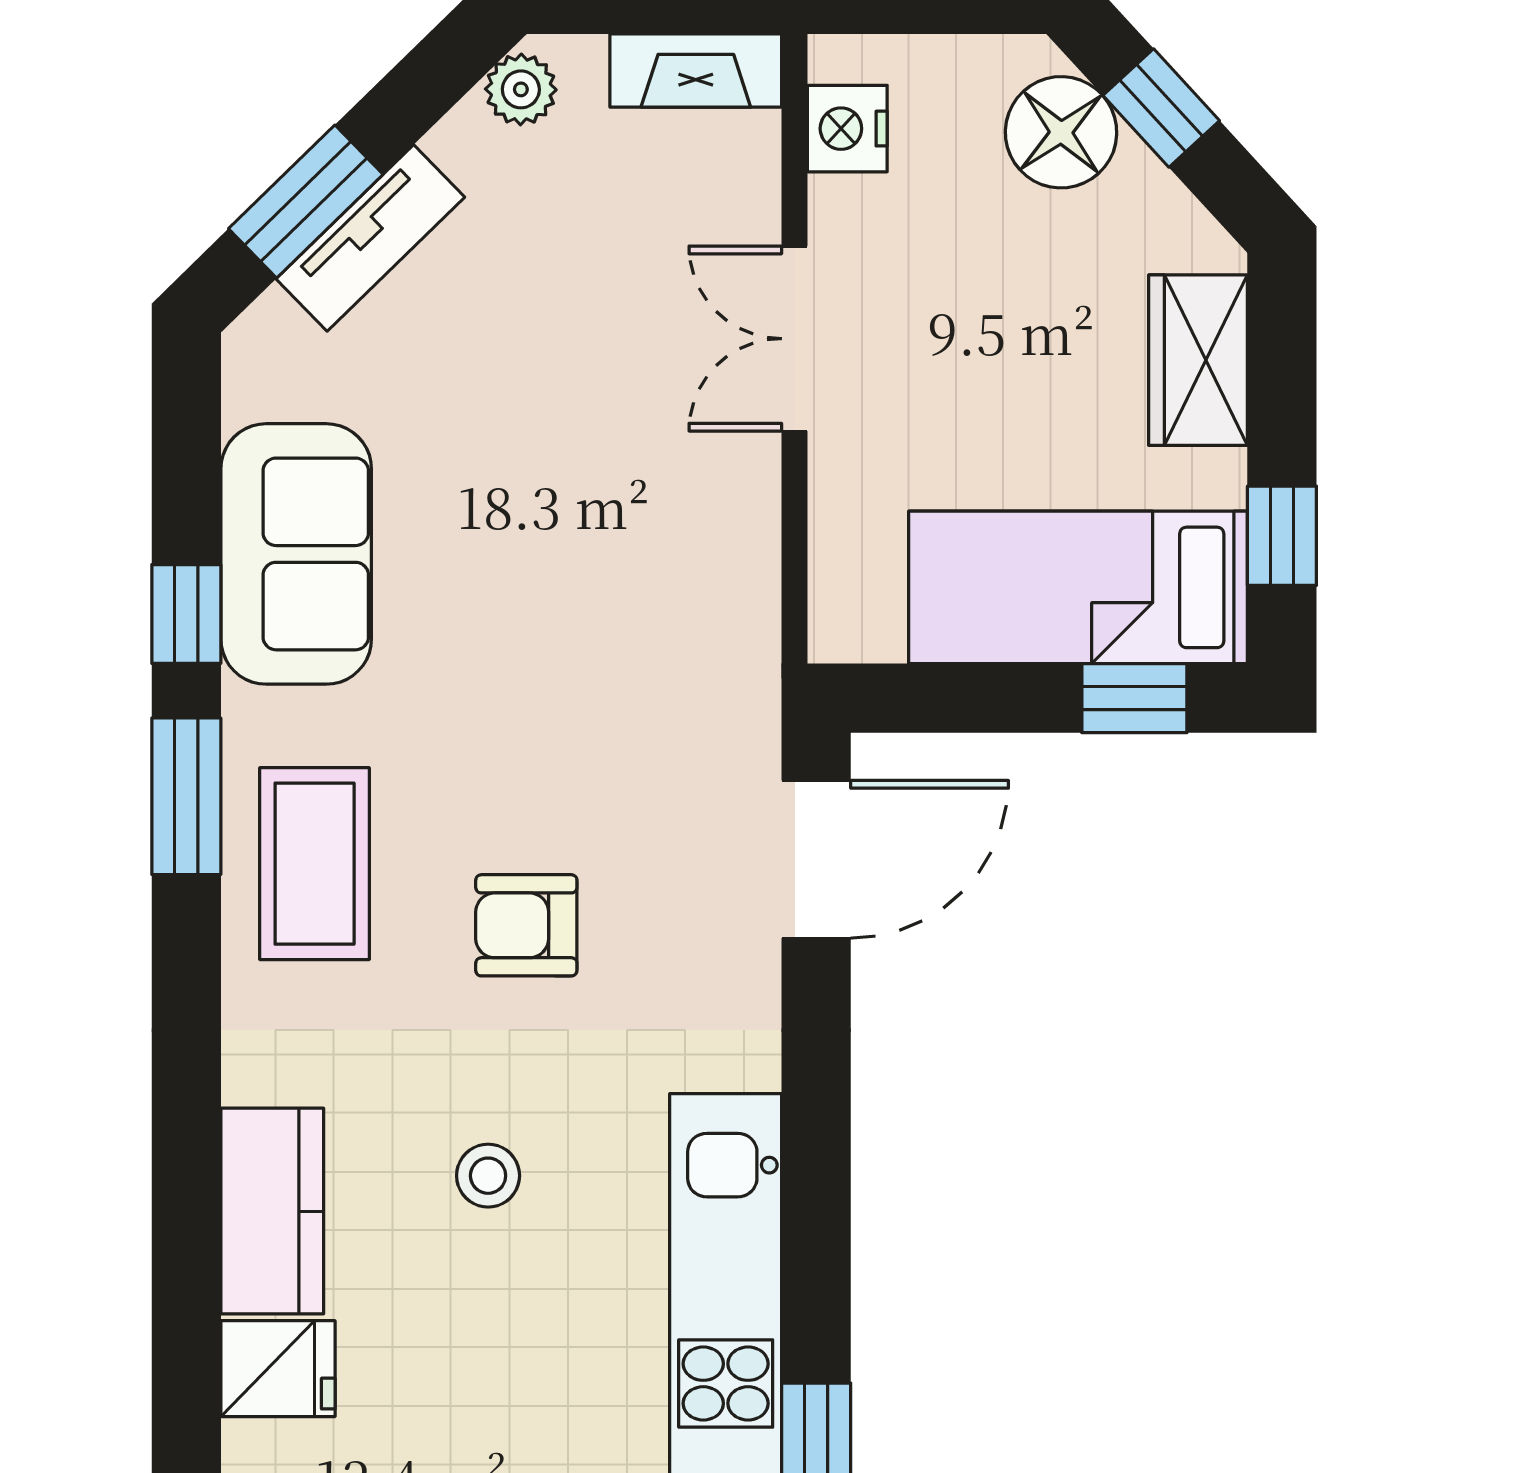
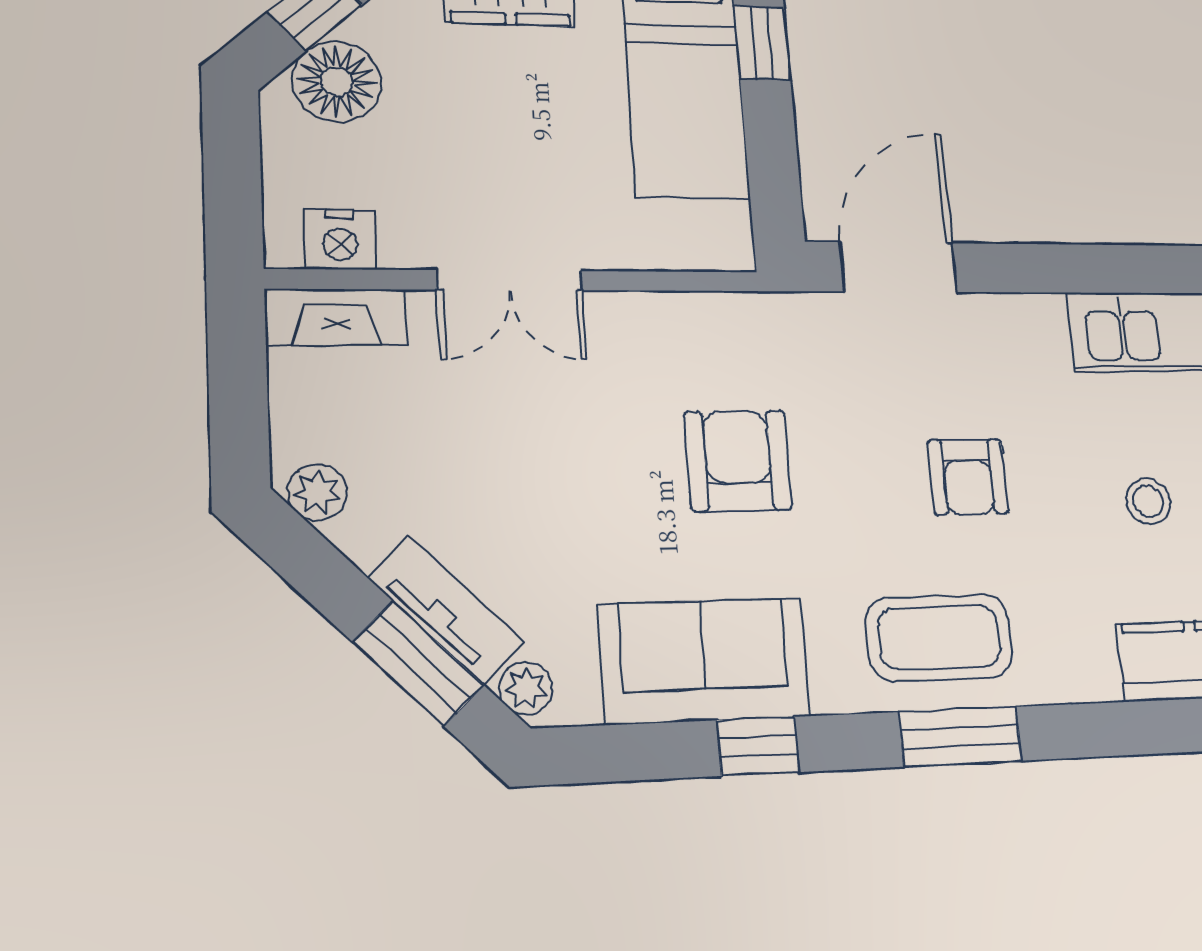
fireplace: (696, 70) -> (336, 317), moved, turned 90
plant: (270, 330) -> (526, 688), added
armchair: (553, 618) -> (738, 461), added
window: (186, 796) -> (960, 737), moved
door: (816, 859) -> (899, 267), hinge flipped

